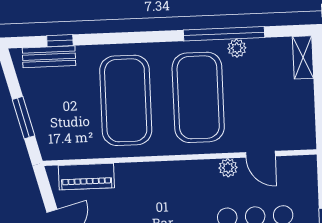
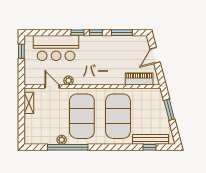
bench: (49, 57) -> (151, 139), width x1.36
shelving: (303, 57) -> (29, 103), moved

